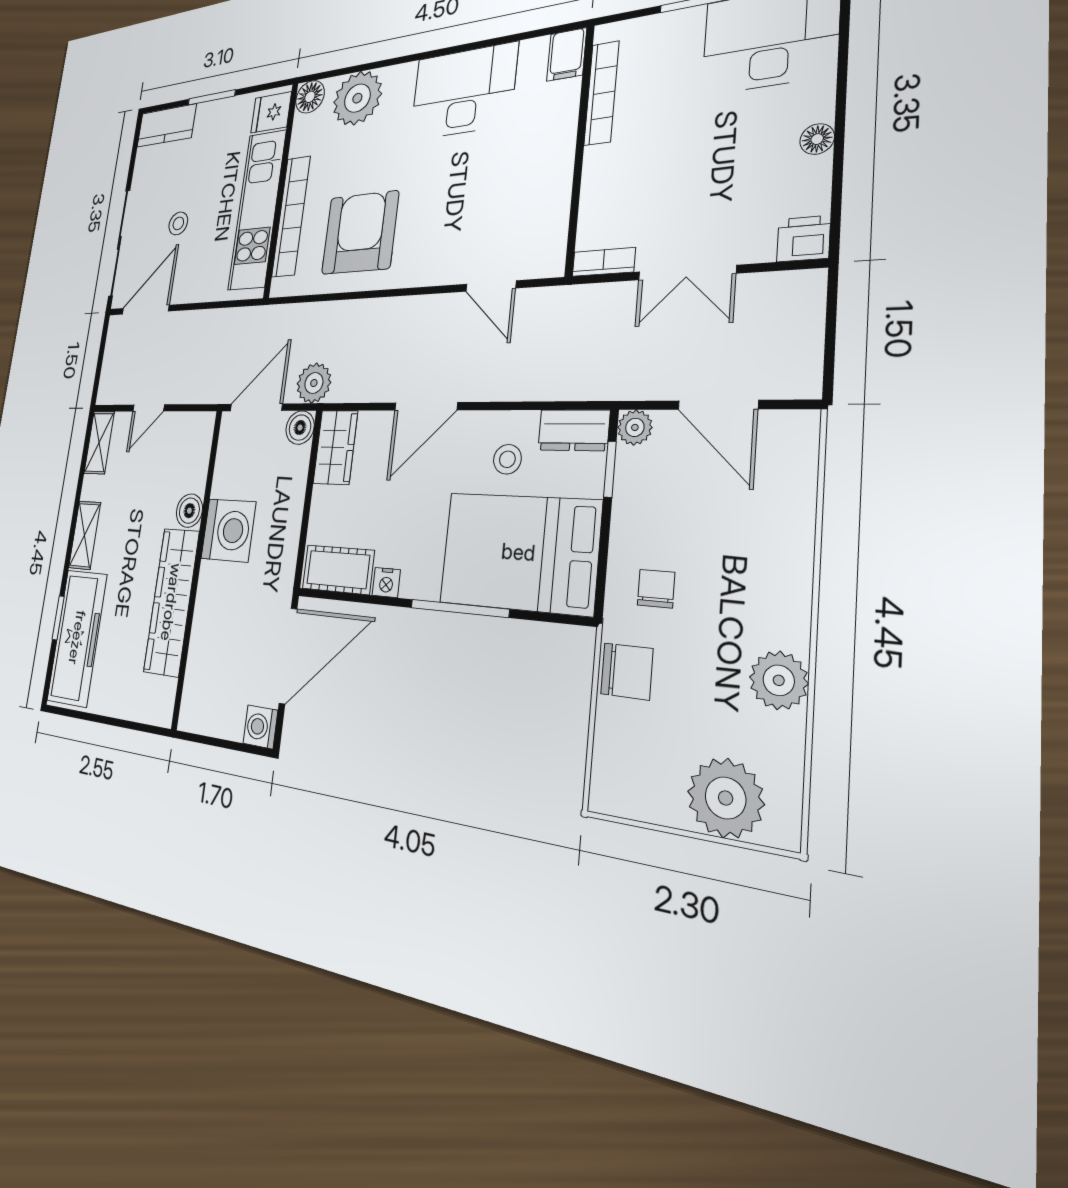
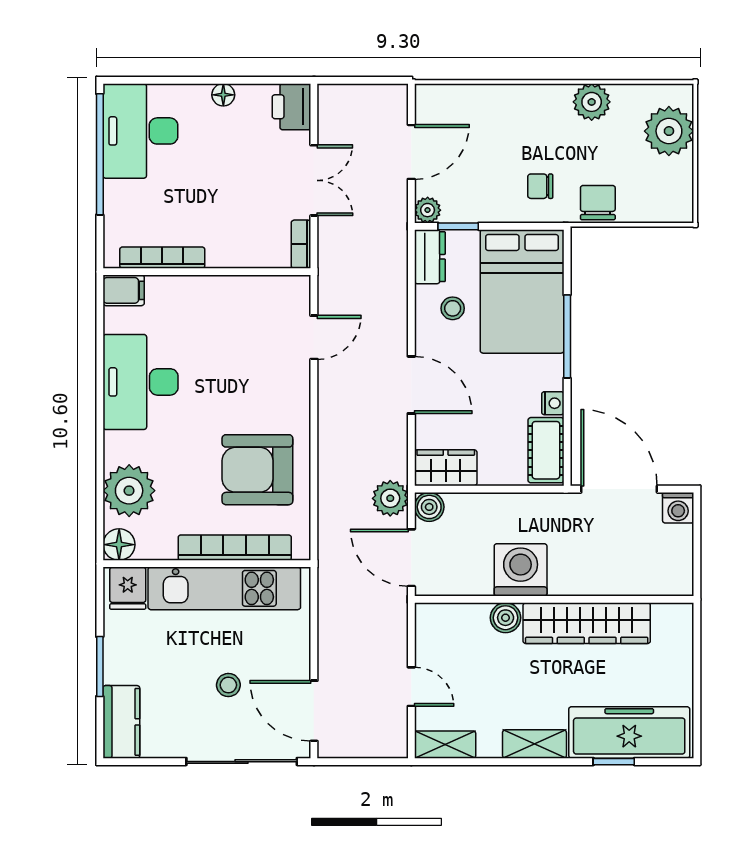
printer: (803, 239) -> (292, 107), width x1.36, depth x1.24

